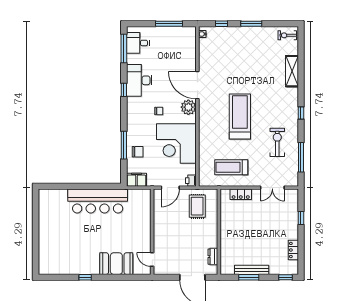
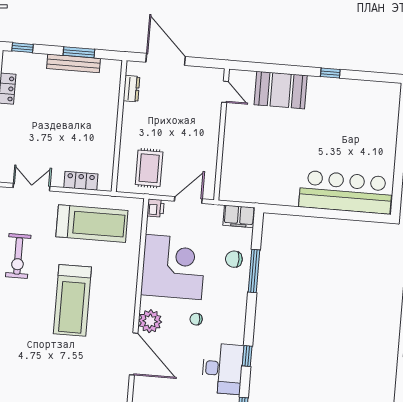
treadmill: (231, 167) -> (92, 224), width x1.37, depth x1.38
bar counter: (98, 201) -> (346, 192), moved

